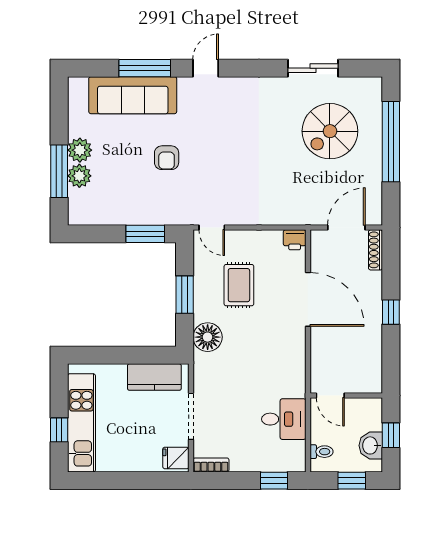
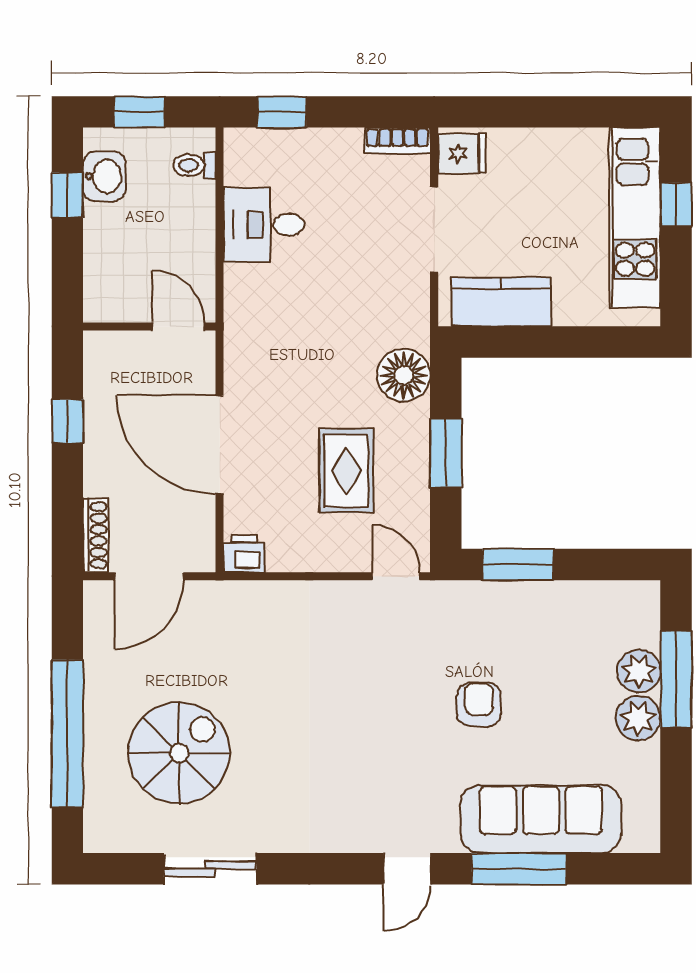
door: (330, 396) -> (178, 326), moved
wall: (346, 396) -> (149, 326), moved

